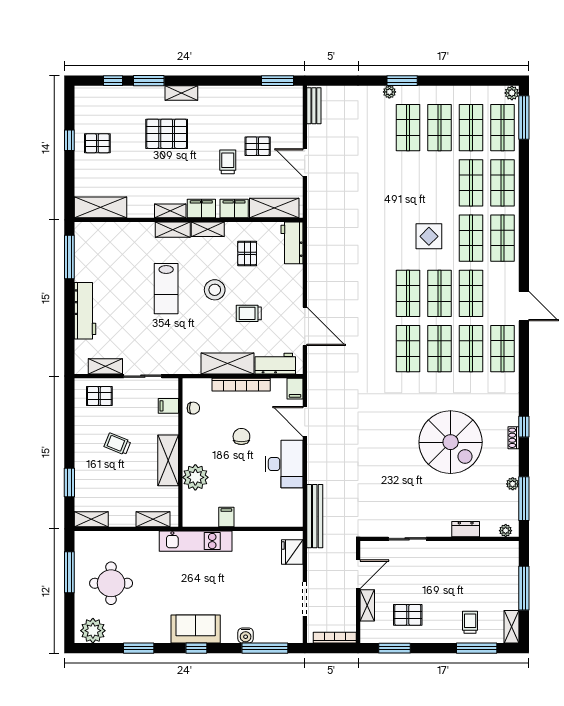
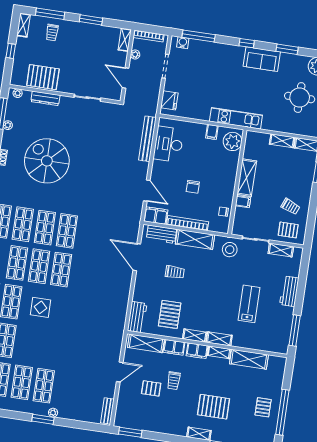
window: (69, 140) -> (282, 412), width x3.17
pallet: (97, 143) -> (263, 407), turned 90
door: (305, 163) -> (120, 372), hinge flipped
shelving: (100, 207) -> (249, 359), moved
pallet: (247, 253) -> (170, 314), width x1.50, depth x1.42
lab bench: (166, 289) -> (249, 304), moved
stool: (215, 290) -> (230, 250), moved
workbench: (85, 311) -> (289, 291), width x0.73
filing cabinet: (295, 389) -> (156, 216), width x2.00
filing cabinet: (168, 406) -> (243, 202), moved
trolley: (117, 444) -> (291, 206), moved
desk: (284, 464) -> (169, 144), moved
plant: (195, 477) -> (233, 141), moved
bench: (315, 516) -> (147, 139), moved
shelving: (153, 519) -> (282, 141), moved
dresser: (466, 529) -> (45, 98), width x1.44
door: (358, 574) -> (126, 78), hinge flipped
window: (524, 588) -> (11, 51), width x0.46
shelving: (367, 605) -> (125, 40), moved
plant: (350, 609) -> (135, 54), added
pallet: (408, 615) -> (43, 77), moved, width x1.50, depth x1.42
sofa: (196, 629) -> (262, 59), moved
water cooler: (246, 635) -> (183, 43), moved
window: (394, 648) -> (91, 20), moved

